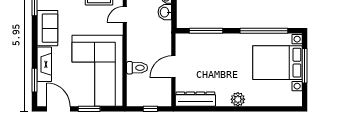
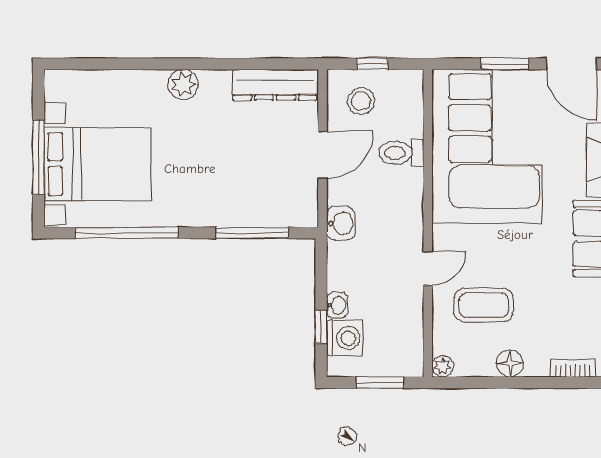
washbasin: (165, 12) -> (341, 223), moved
stool: (156, 92) -> (361, 101), added

